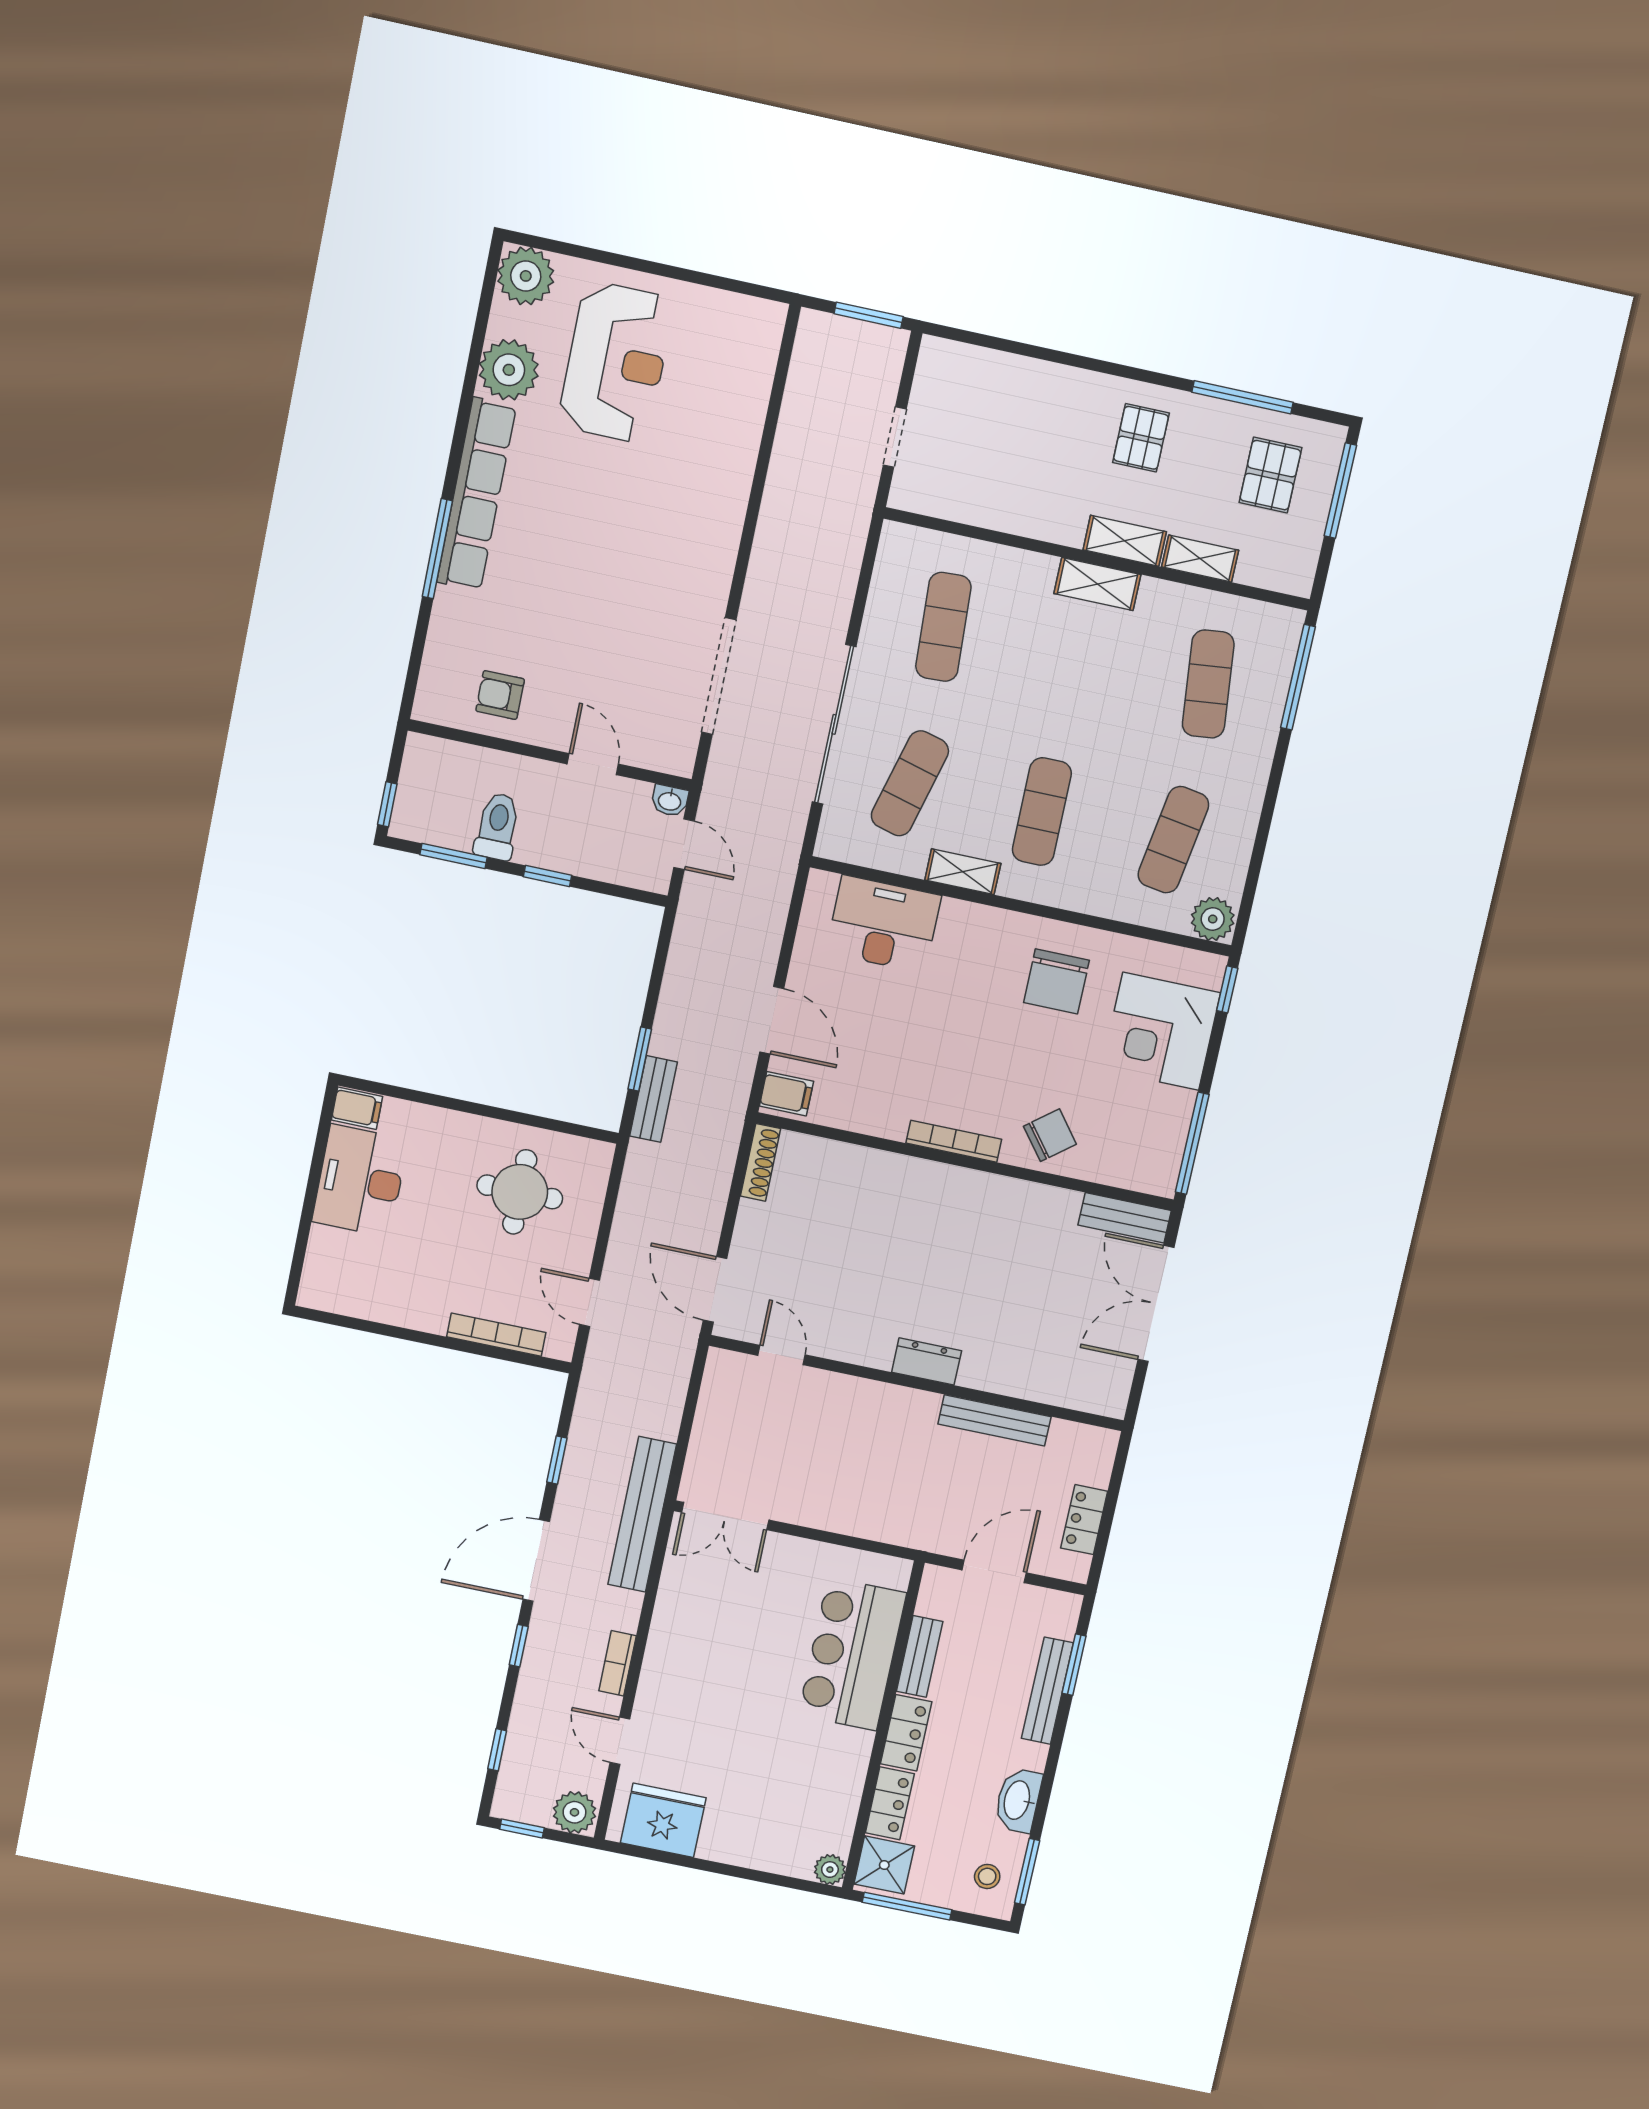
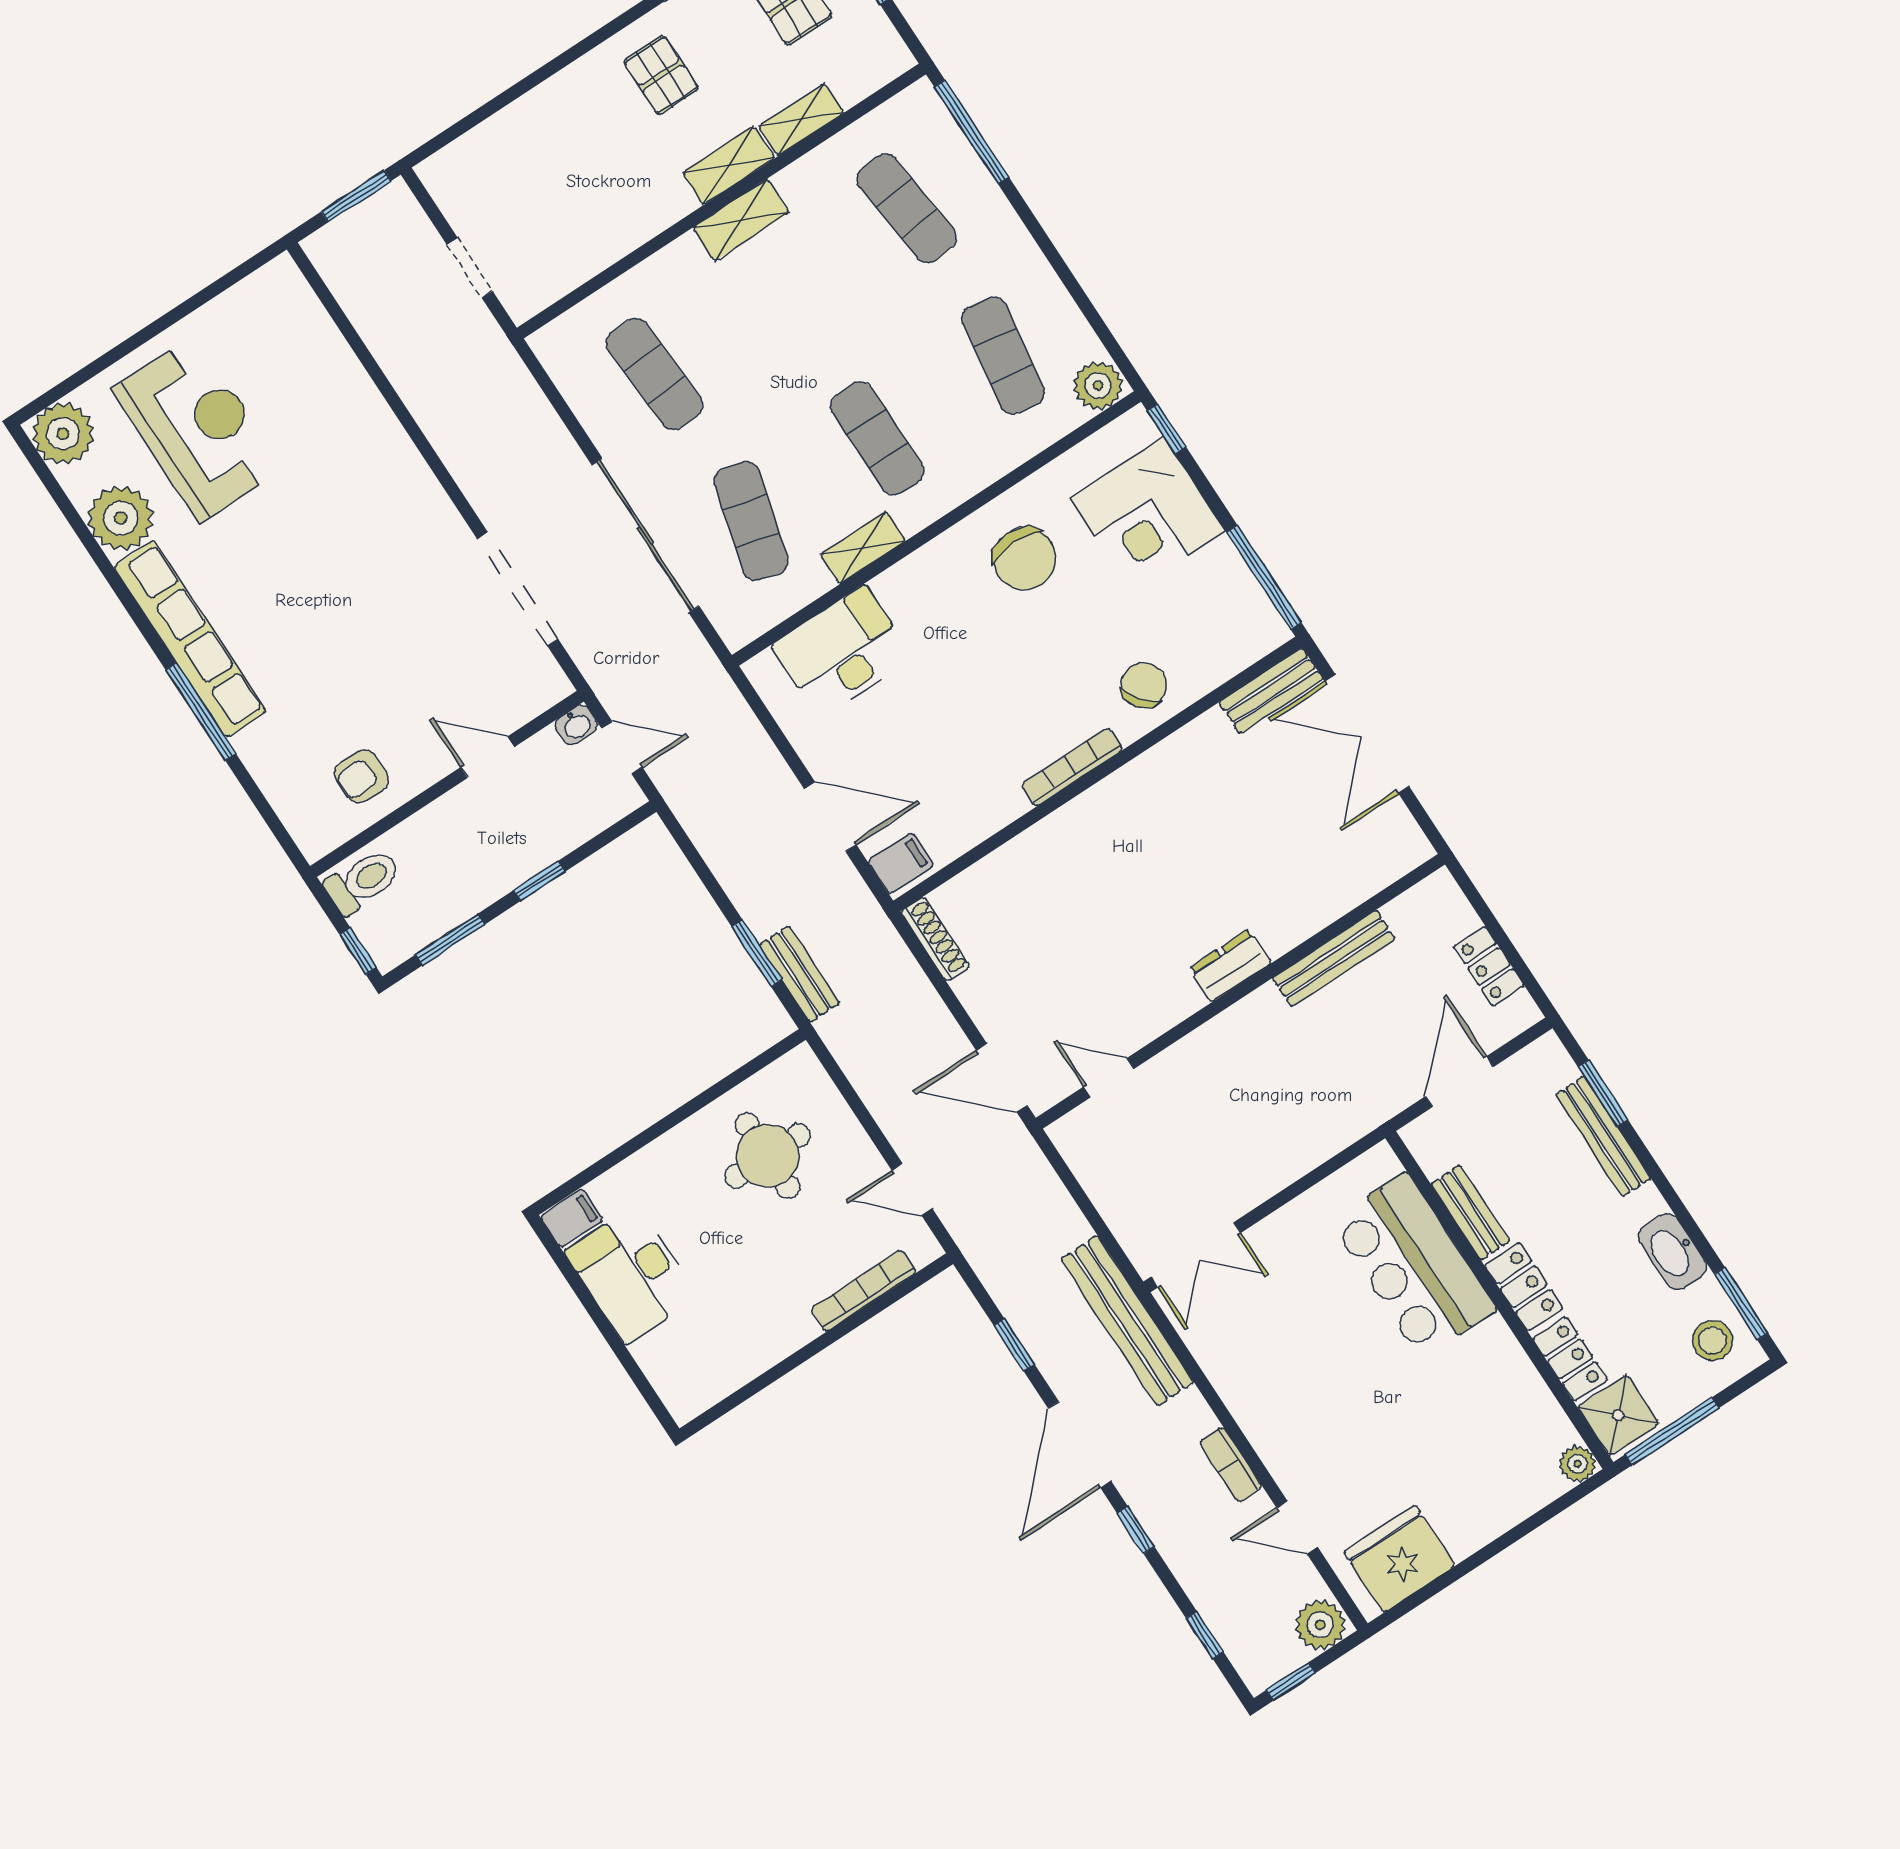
toilet: (497, 826) -> (363, 881), moved, turned 90
stool: (987, 1876) -> (1712, 1340), width x1.37, depth x1.37

